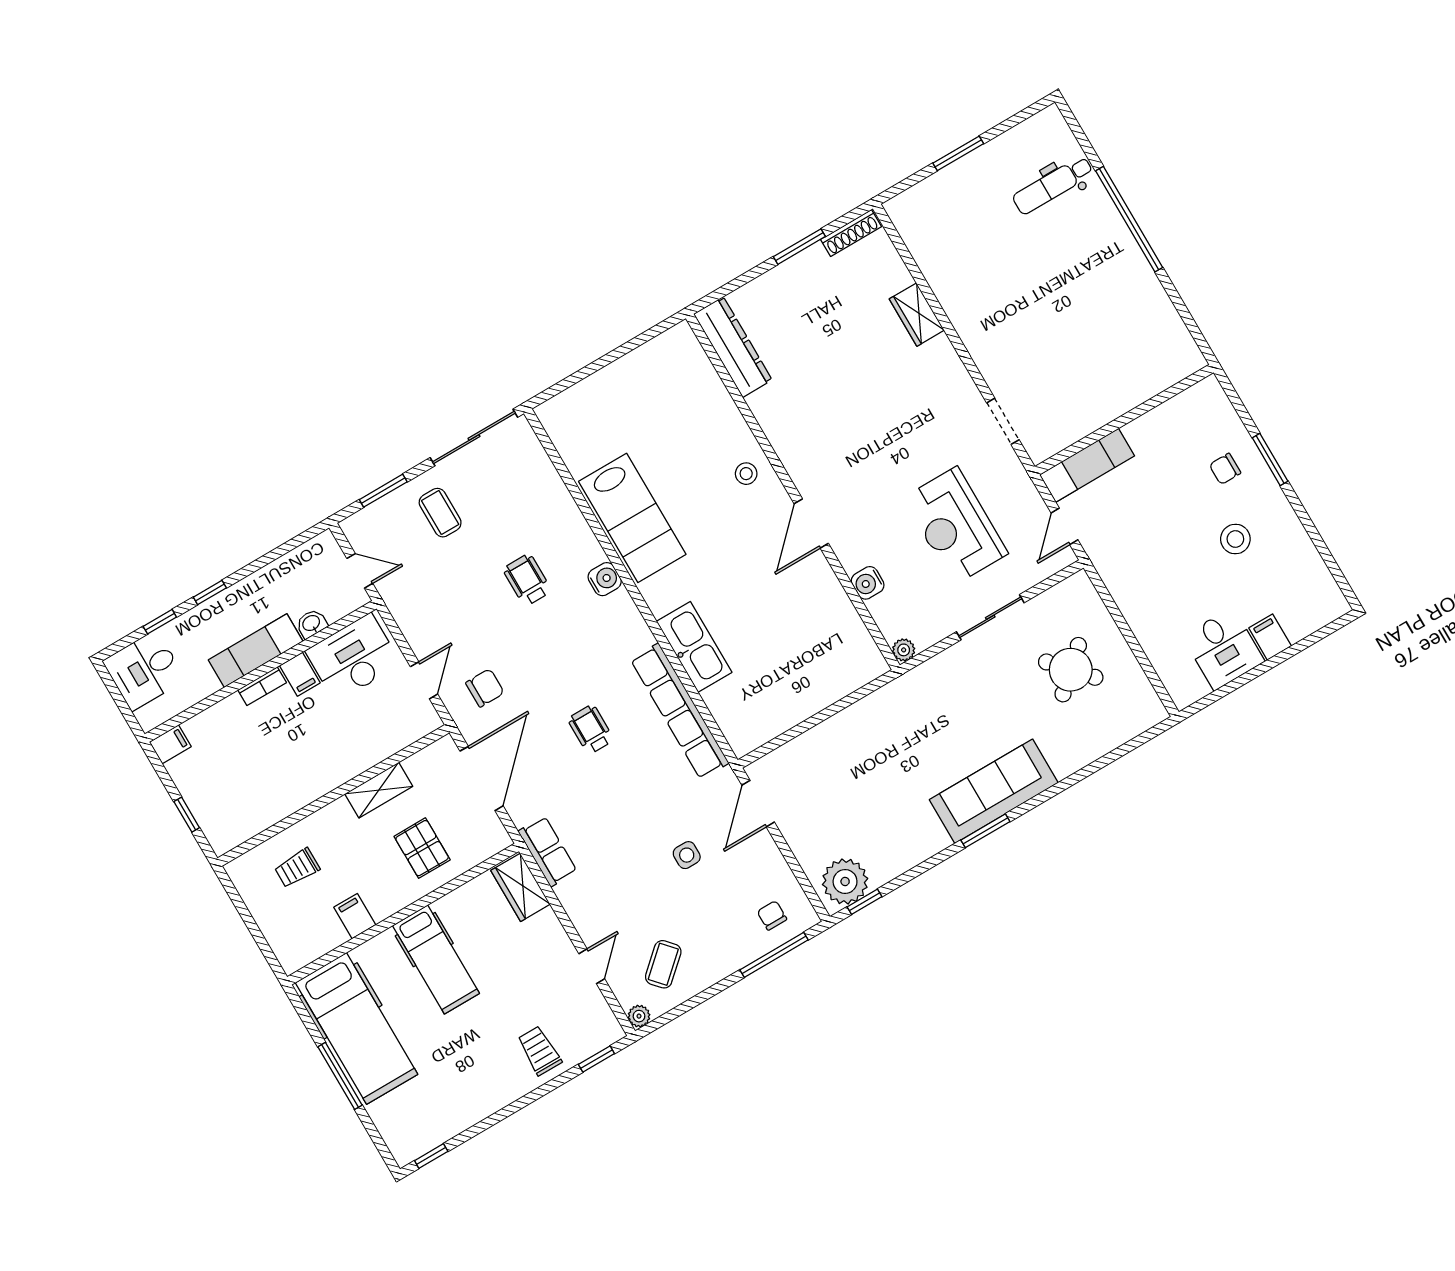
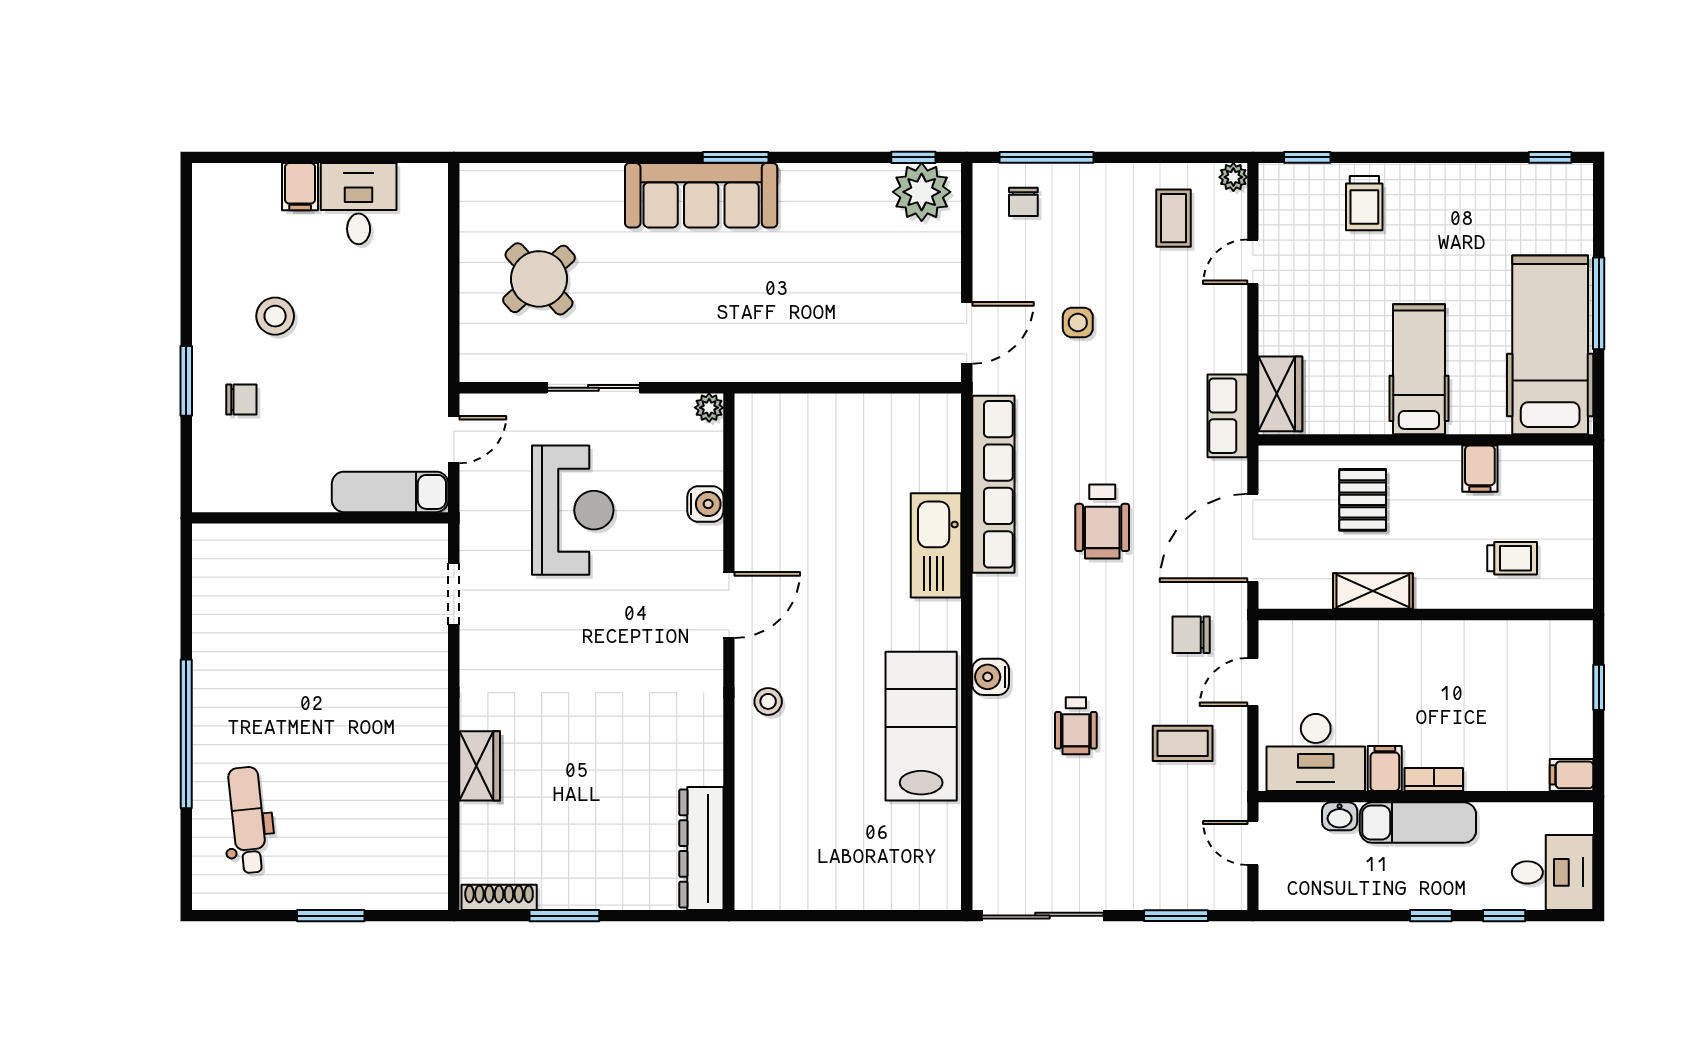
dental chair: (1053, 185) -> (248, 820), turned -96
coffee table: (440, 513) -> (1183, 743), moved, turned 90
wheelchair: (591, 729) -> (1102, 521), width x1.36, depth x1.37
coffee table: (663, 964) -> (1174, 218), turned -48

